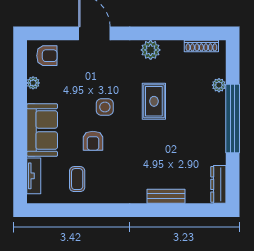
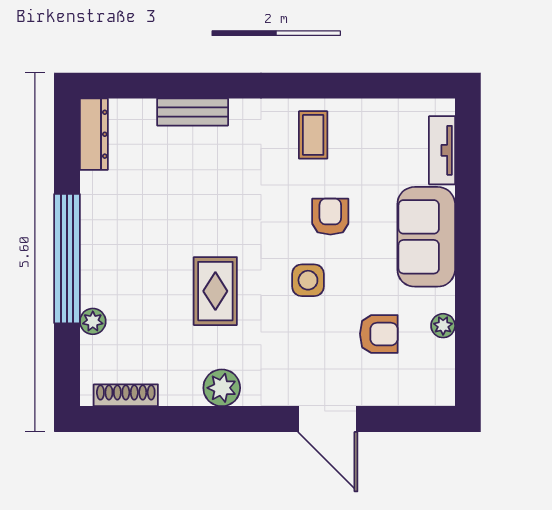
armchair: (47, 56) -> (379, 334), moved, turned 180
coffee table: (77, 179) -> (313, 135), moved

